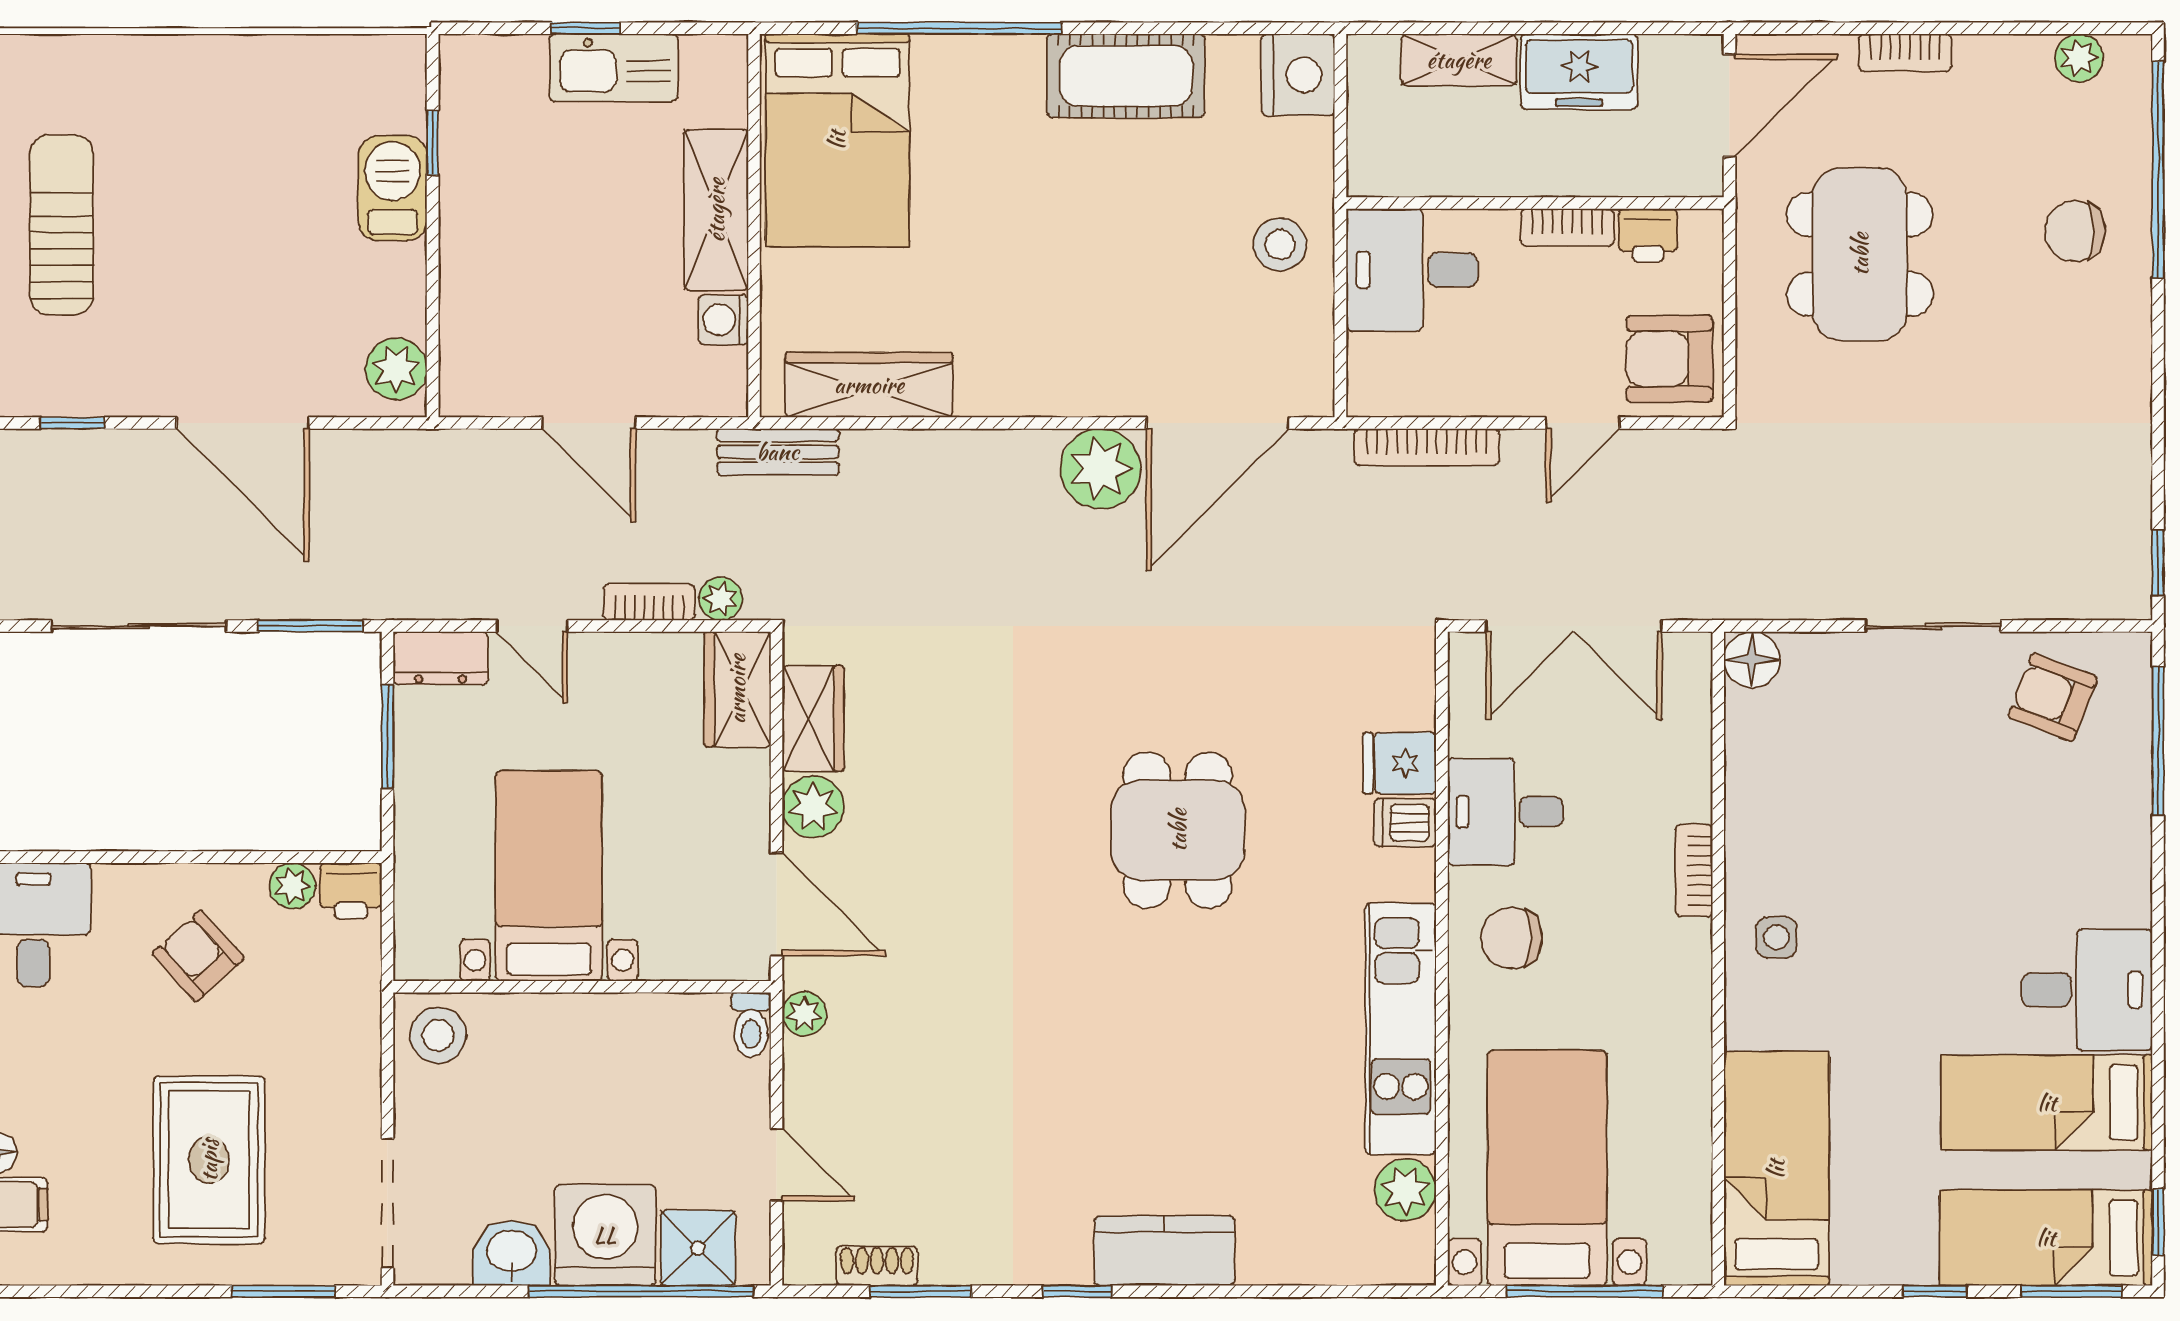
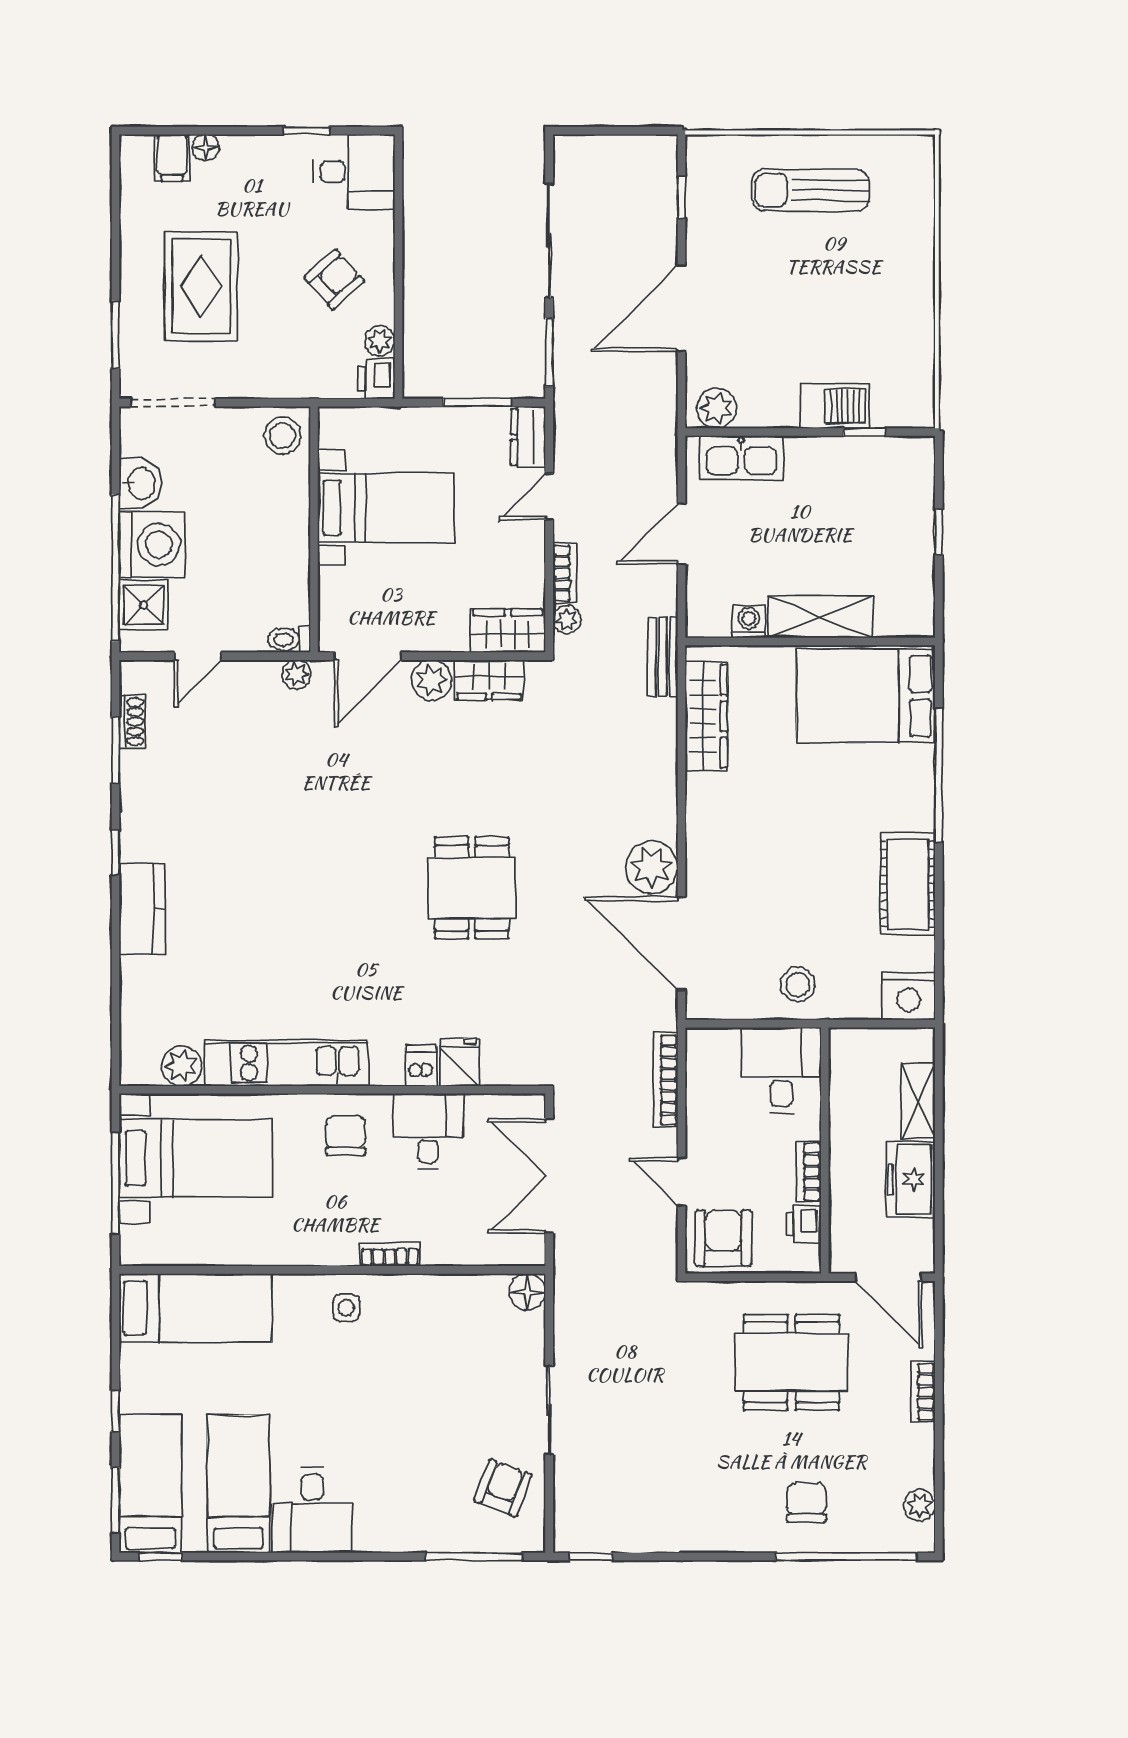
kitchen sink: (614, 68) -> (741, 458), moved, turned -90
sun lounger: (62, 225) -> (811, 190), turned 180
dining table: (1178, 830) -> (472, 888), moved, turned 90
rug: (209, 1160) -> (201, 286), turned 90

